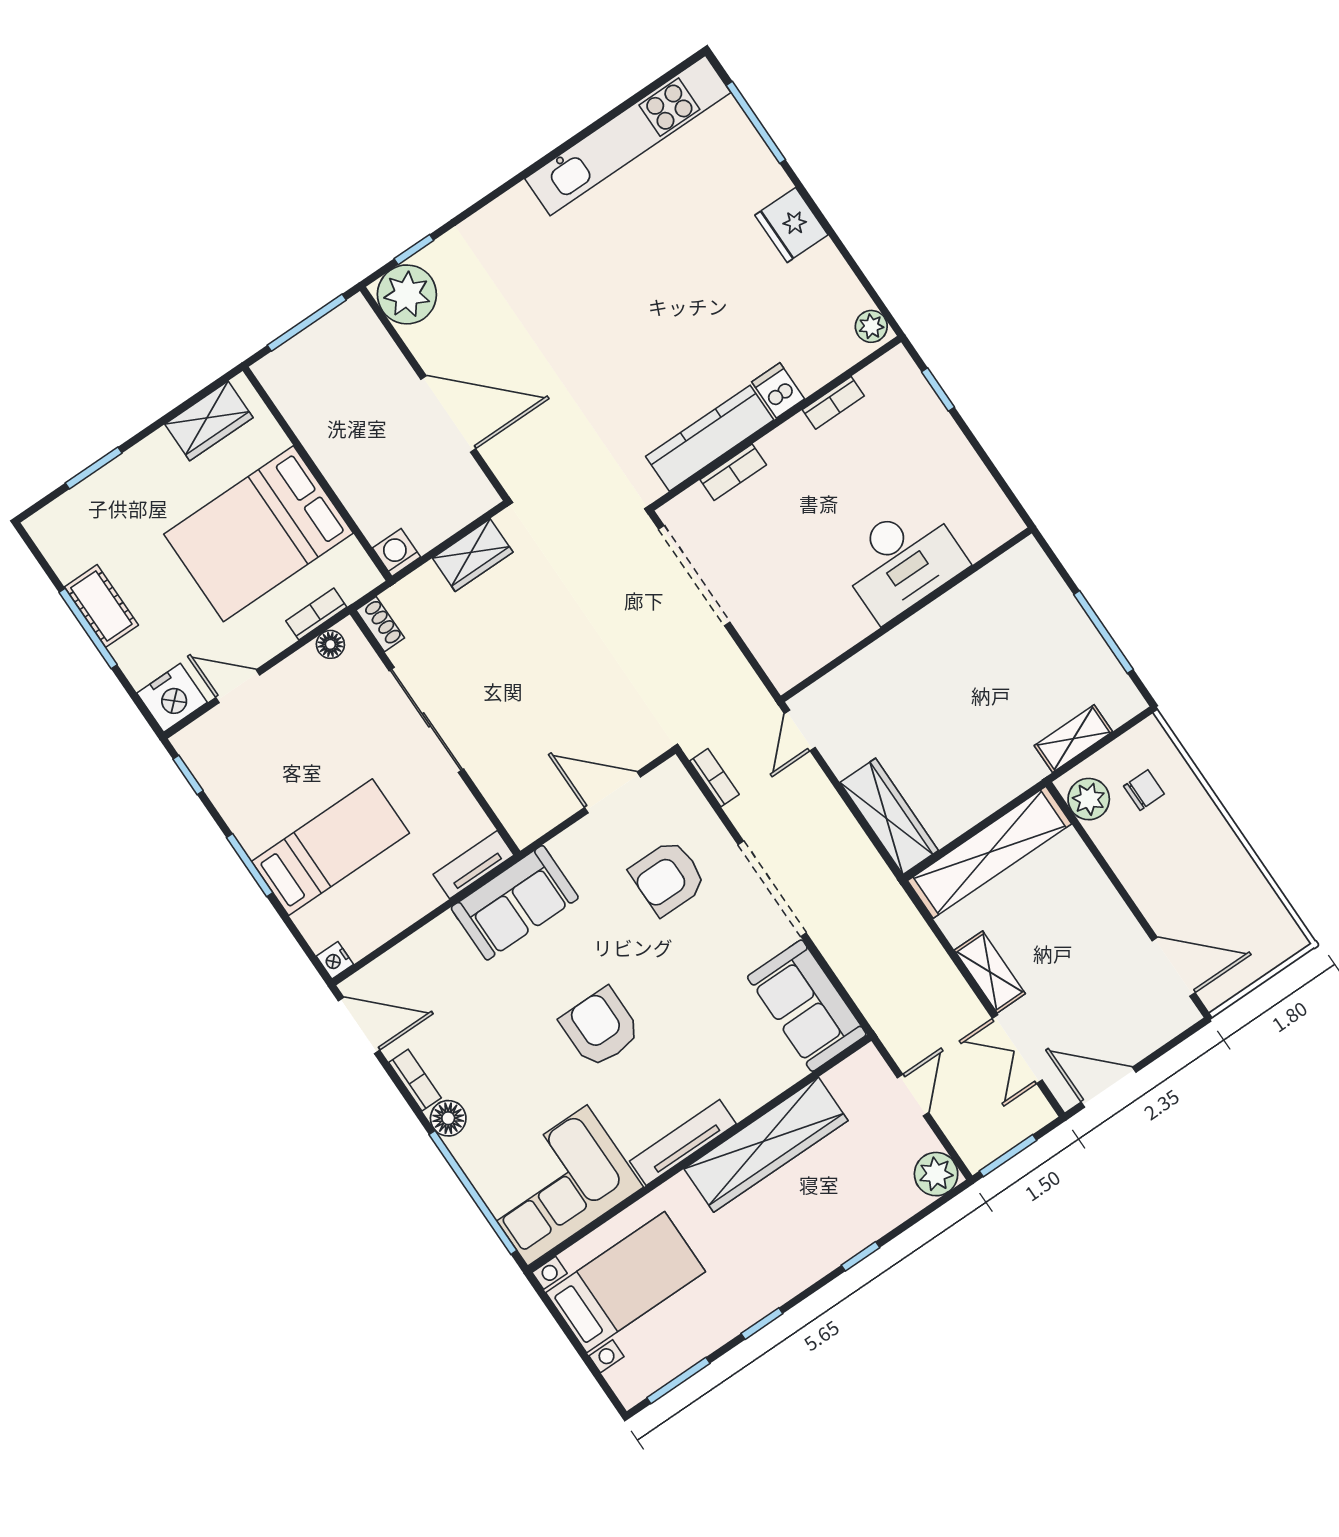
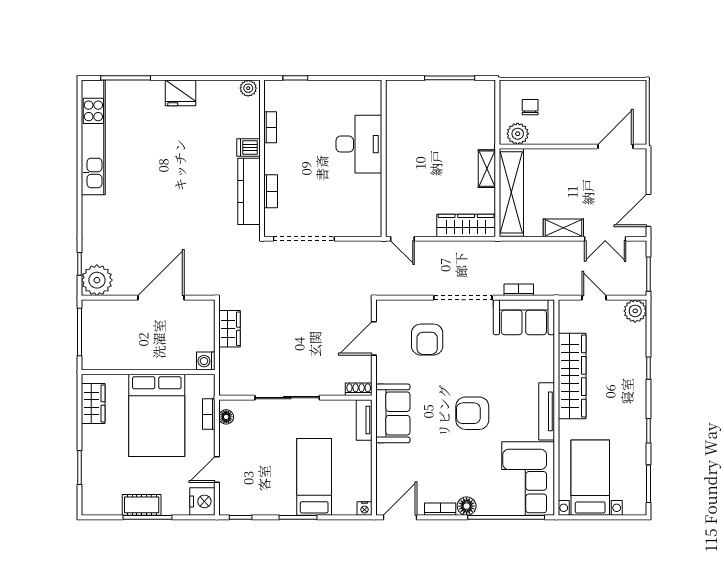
shoe rack: (380, 624) -> (359, 389), moved
shelving: (1073, 739) -> (487, 169), moved
bookcase: (714, 778) -> (519, 290), moved

